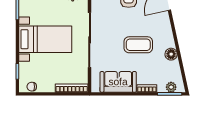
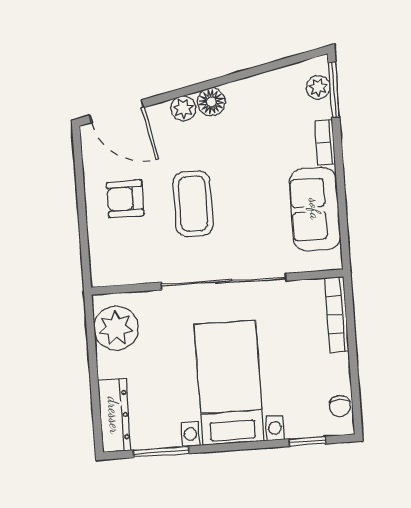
plant: (166, 28) -> (183, 108), added
coffee table: (138, 45) -> (193, 204), moved
floor lamp: (171, 54) -> (211, 102), moved

